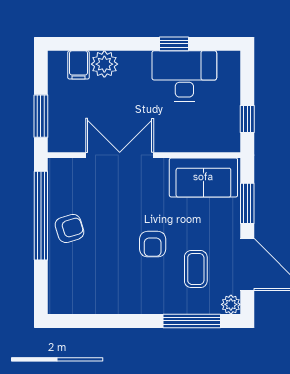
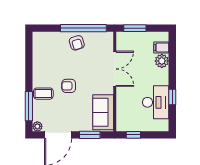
coffee table: (196, 269) -> (43, 94), moved

